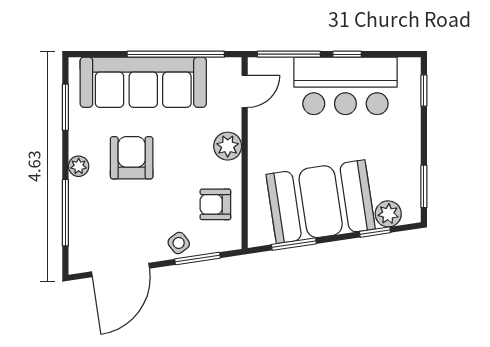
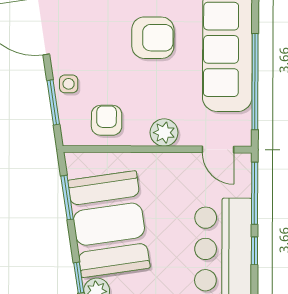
side table: (179, 243) -> (69, 84), turned 37

